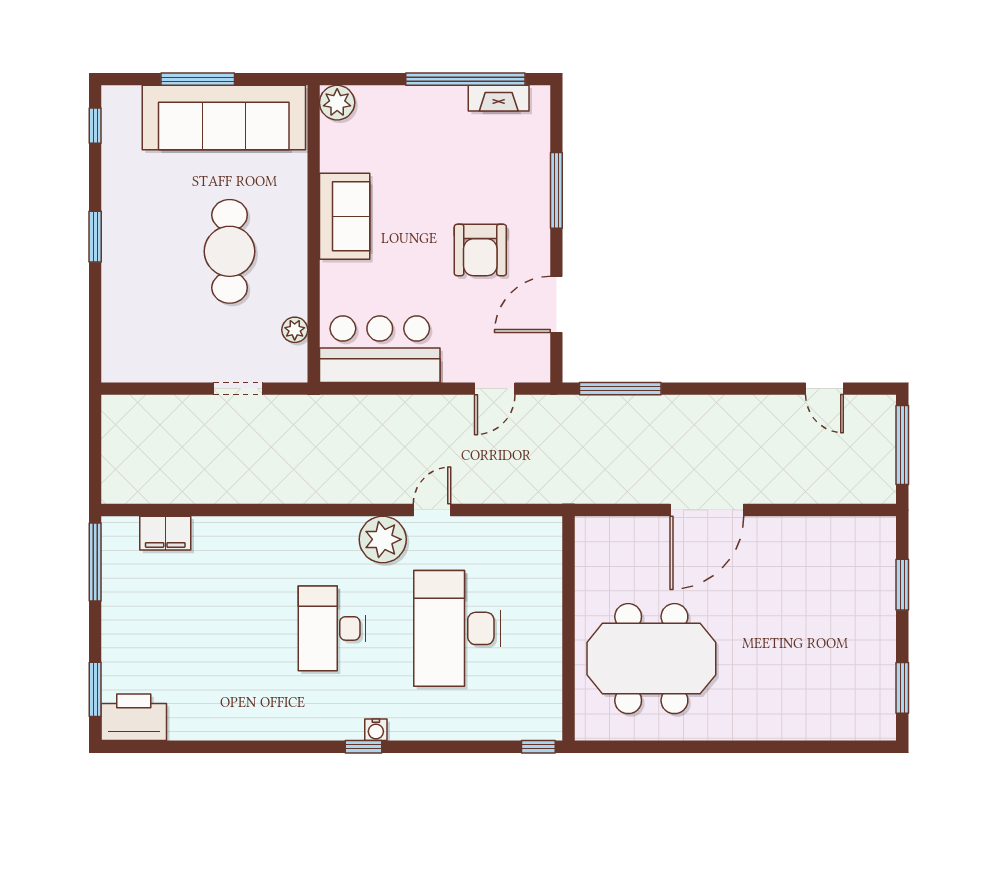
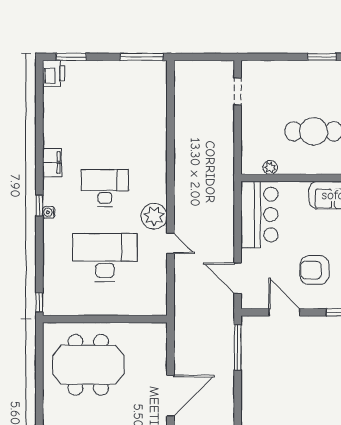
doorway: (238, 389) -> (238, 91), moved
door: (495, 389) -> (238, 278), width x1.38
door: (707, 510) -> (170, 396), swing flipped
filing cabinet: (165, 533) -> (52, 163), moved, turned 180
meeting table: (651, 659) -> (88, 365), turned 90
printer: (134, 717) -> (54, 73), width x0.73, depth x0.84

